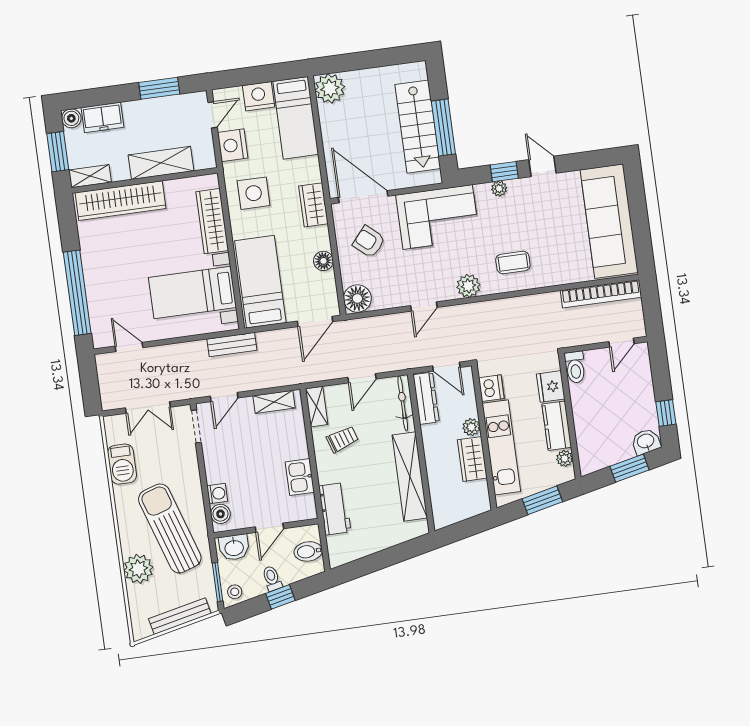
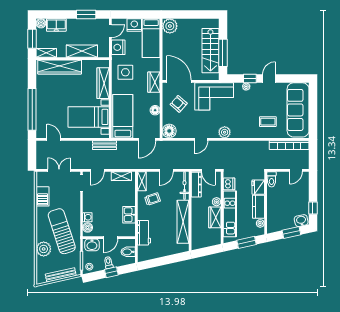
door: (543, 166) -> (269, 79), hinge flipped
coffee table: (513, 262) -> (268, 122), moved
double door: (148, 407) -> (59, 170), swing flipped

